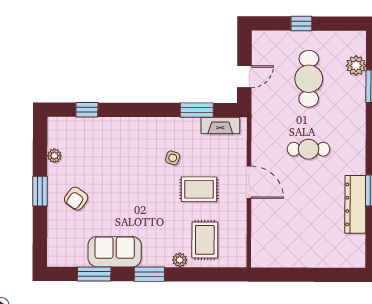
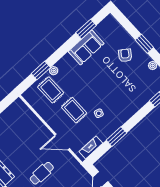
window: (197, 110) -> (116, 137), moved
door: (249, 182) -> (62, 142), moved
rug: (199, 189) -> (74, 110), turned 90
window: (149, 274) -> (41, 70), moved

